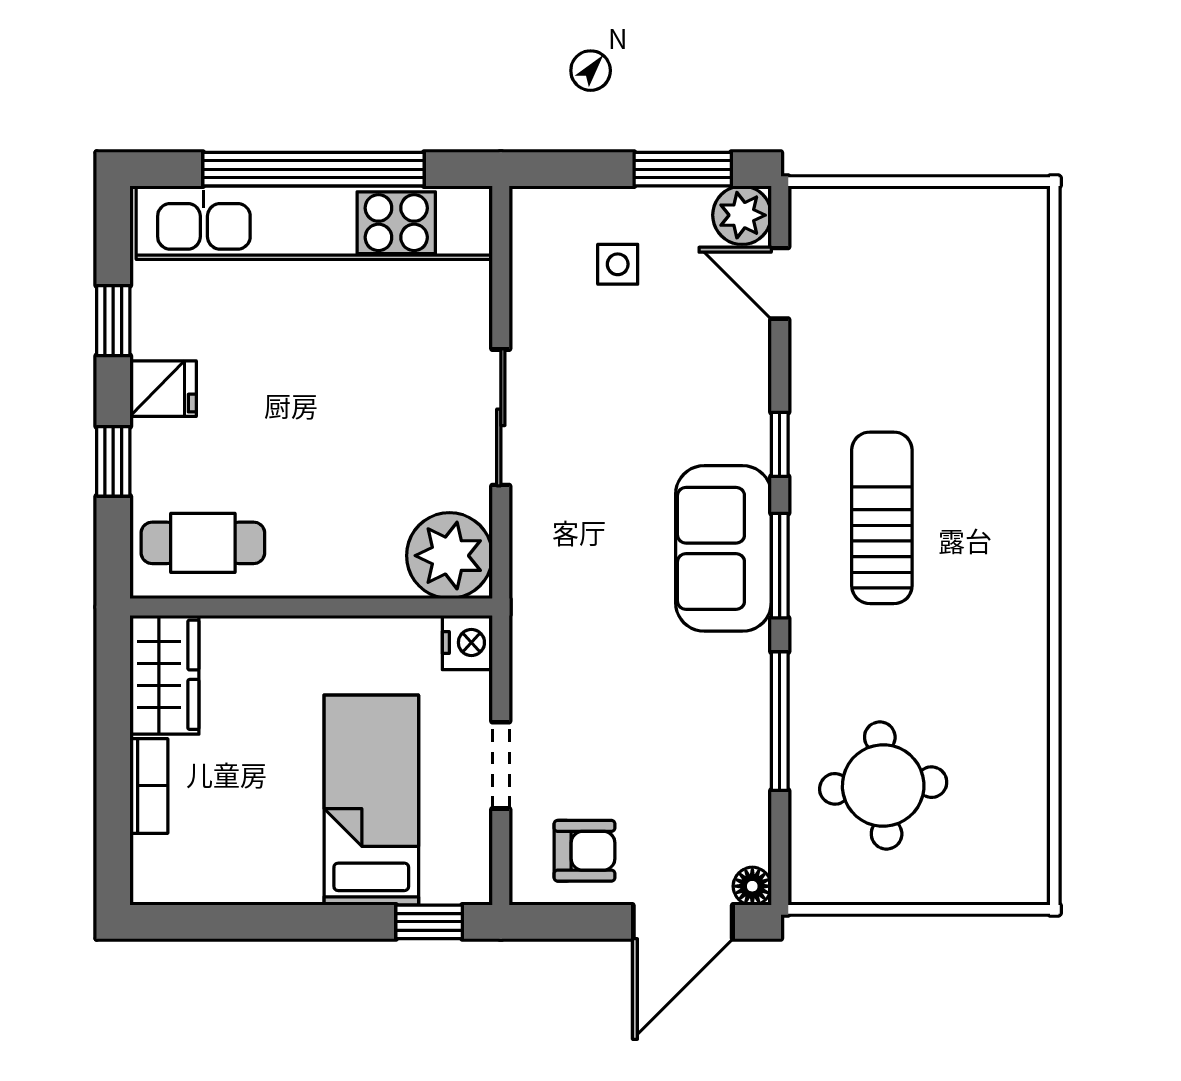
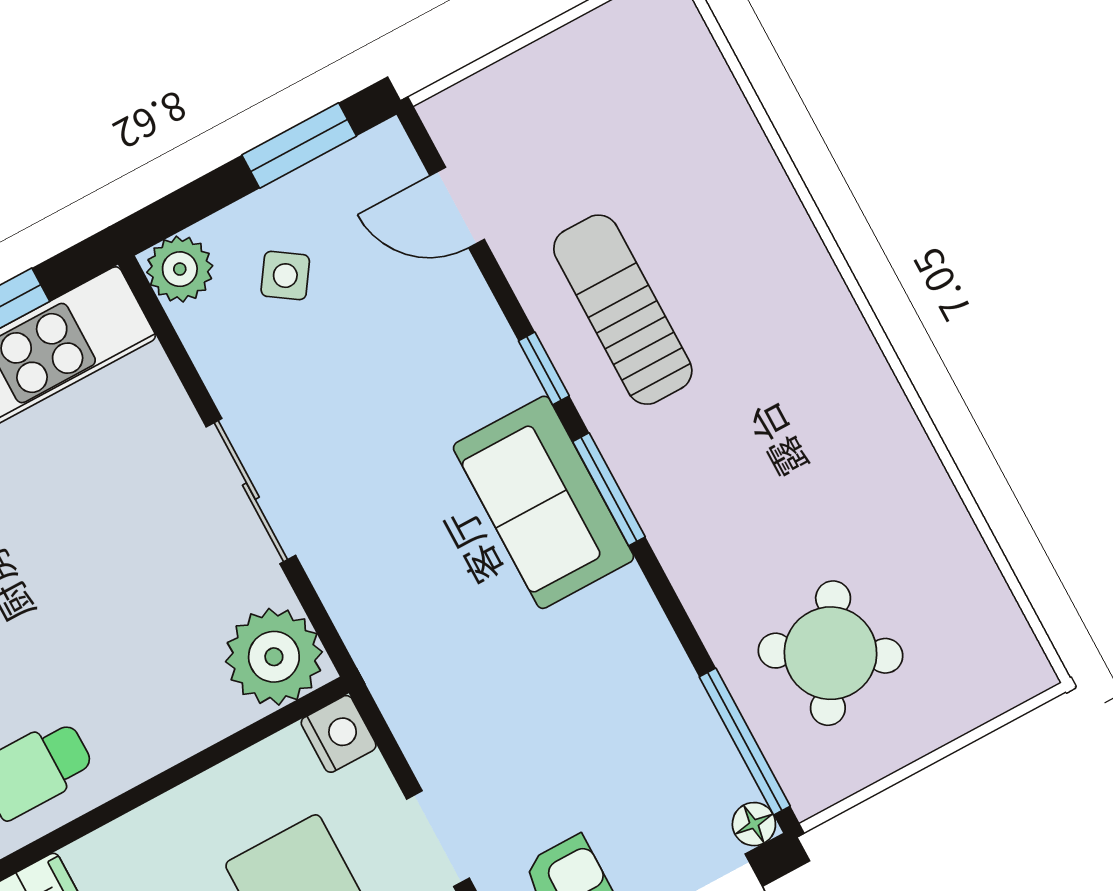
plant: (742, 215) -> (180, 269), moved
side table: (618, 264) -> (285, 276), turned 34
sun lounger: (882, 518) -> (623, 310), moved
window: (780, 721) -> (745, 741), moved
round table: (883, 786) -> (830, 653), turned 35

